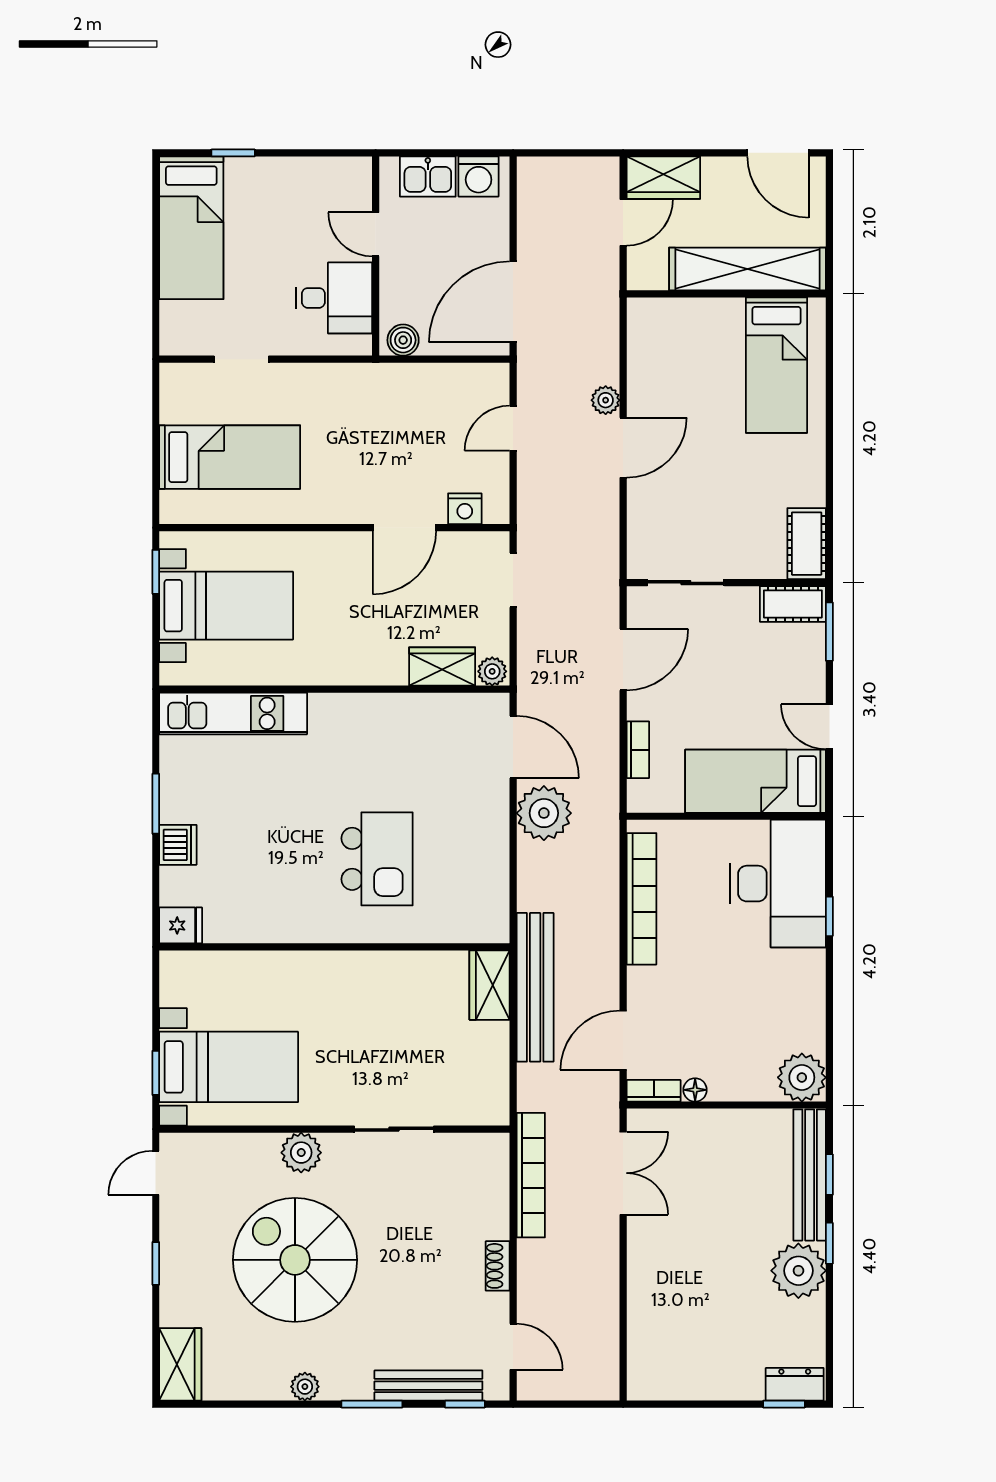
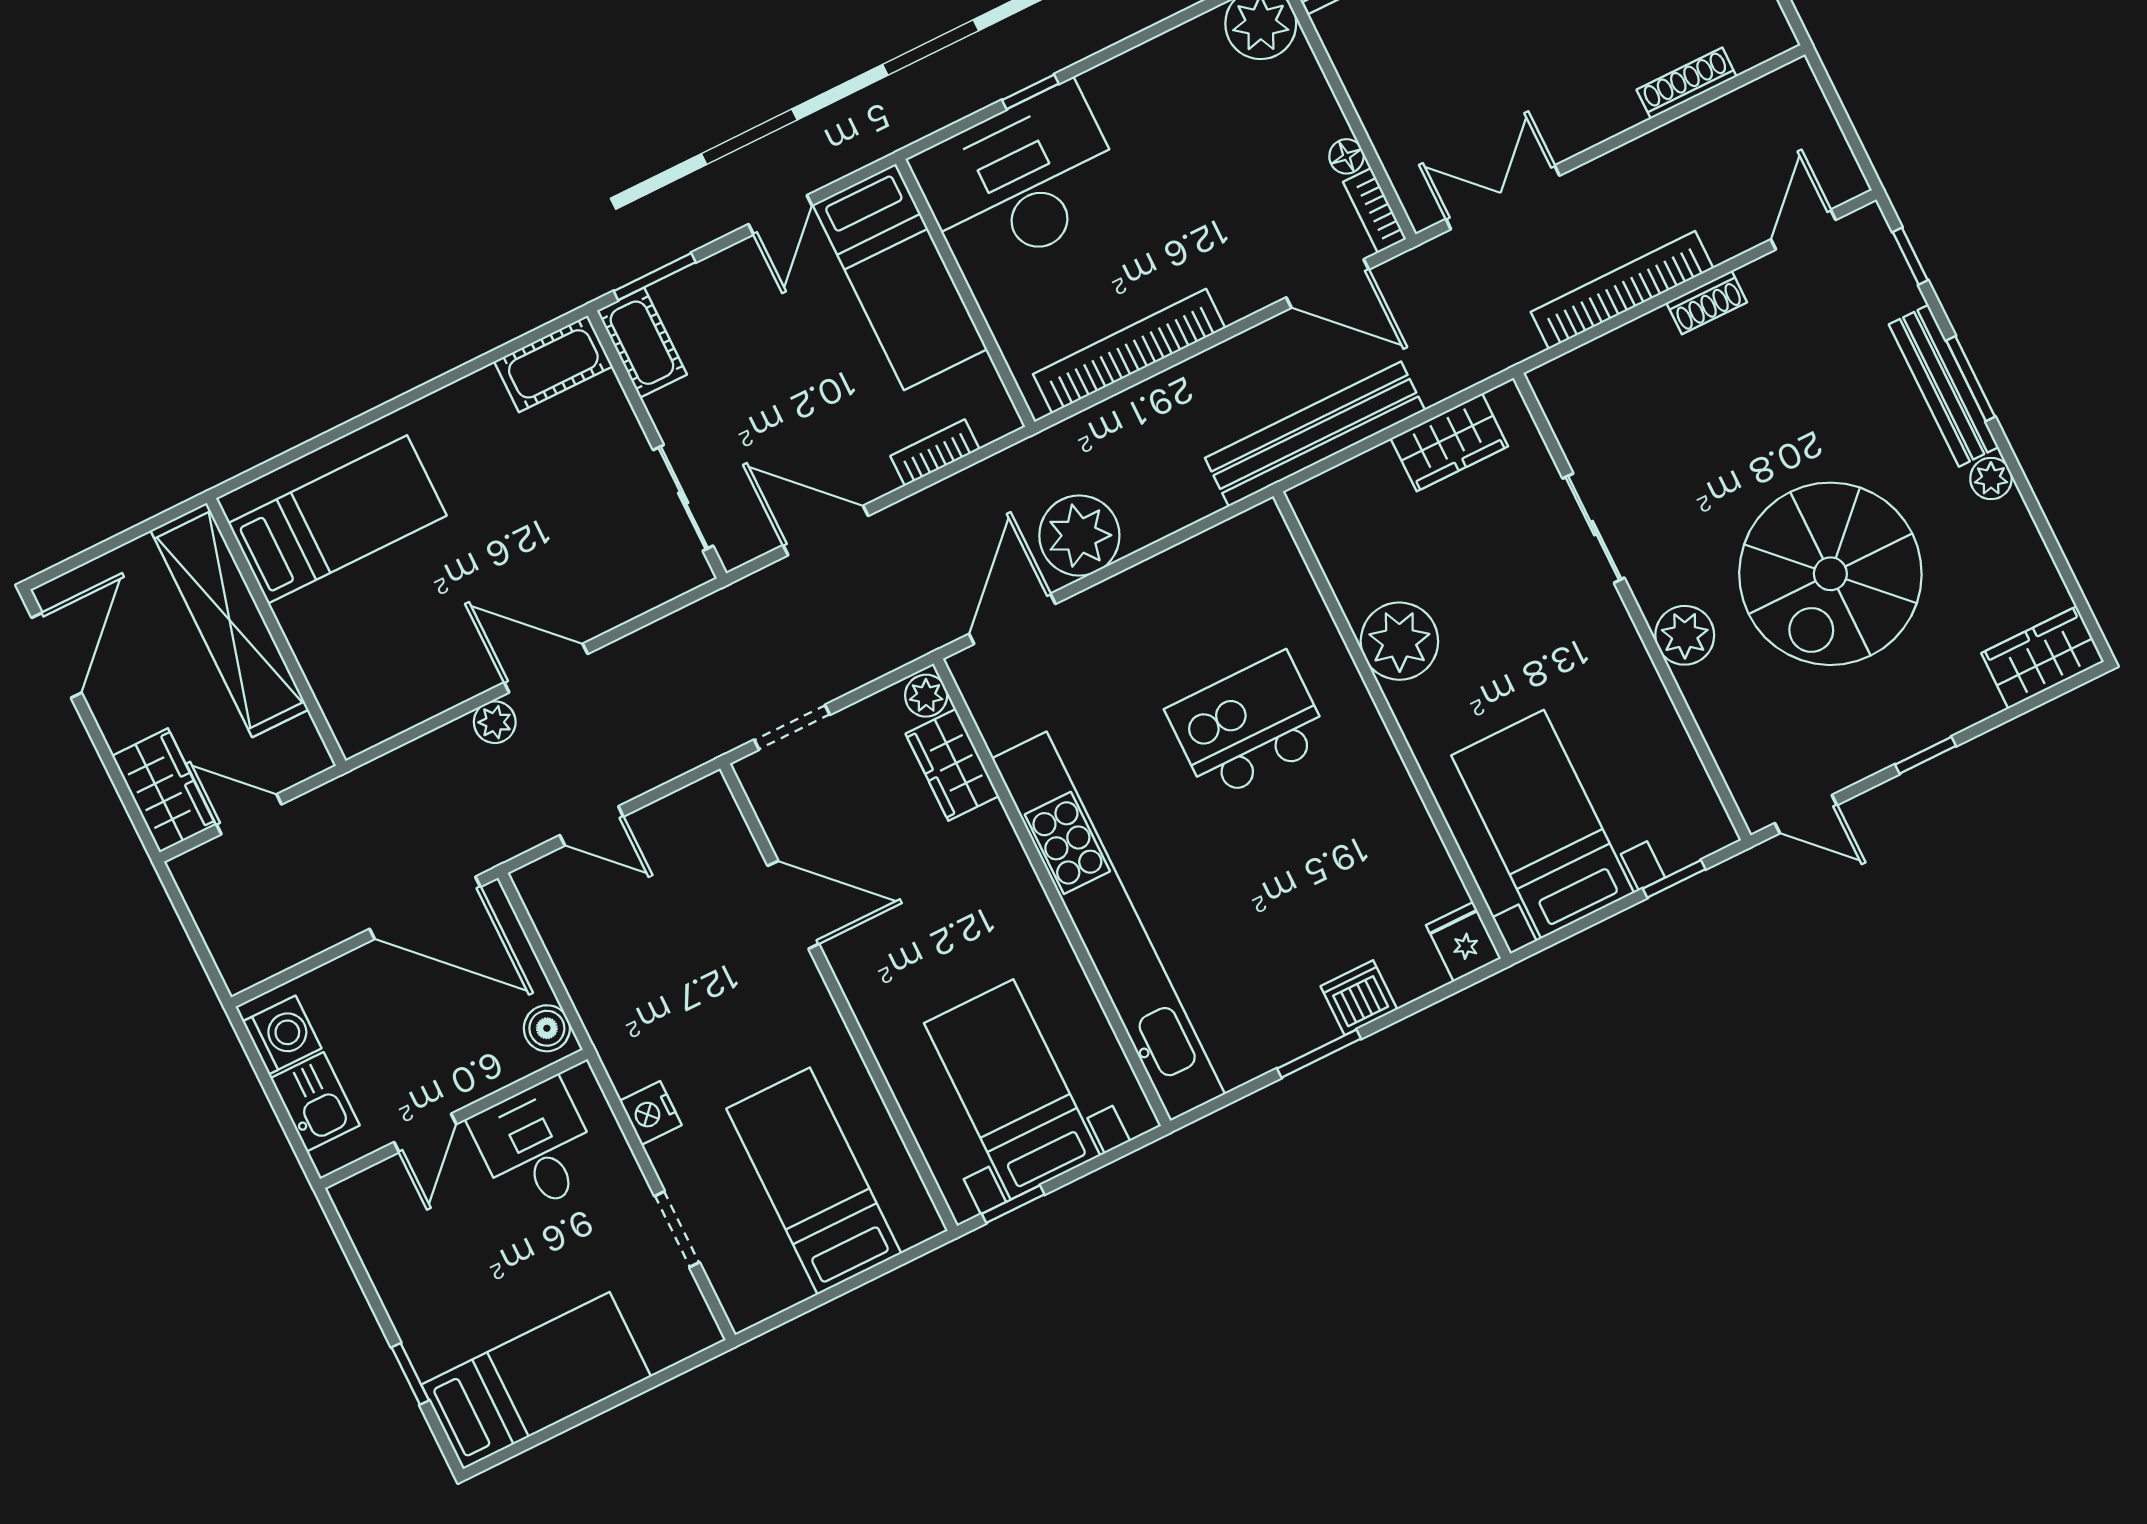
nightstand: (465, 509) -> (651, 1113), moved, turned 180
kitchen unit: (233, 713) -> (1108, 926), width x1.86
plant: (383, 977) -> (1399, 641), added
wardrobe: (490, 985) -> (1449, 442), moved
bed with nightstands: (229, 1067) -> (1543, 824), moved
bookcase: (531, 1175) -> (1622, 290), moved
shoe rack: (638, 1320) -> (1687, 83), added
bench: (428, 1386) -> (1944, 386), moved

